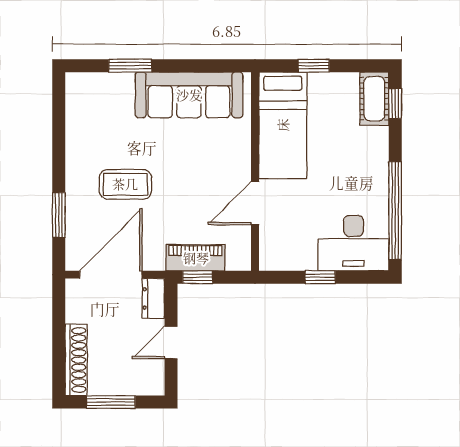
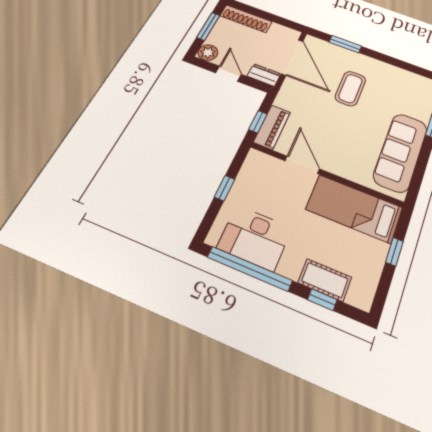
cot: (374, 99) -> (325, 280), moved
window: (395, 103) -> (322, 300), moved
desk: (353, 243) -> (255, 238), moved, turned -90
piano: (196, 258) -> (272, 127), moved
window: (198, 277) -> (258, 122), moved
plant: (151, 383) -> (208, 53), added

